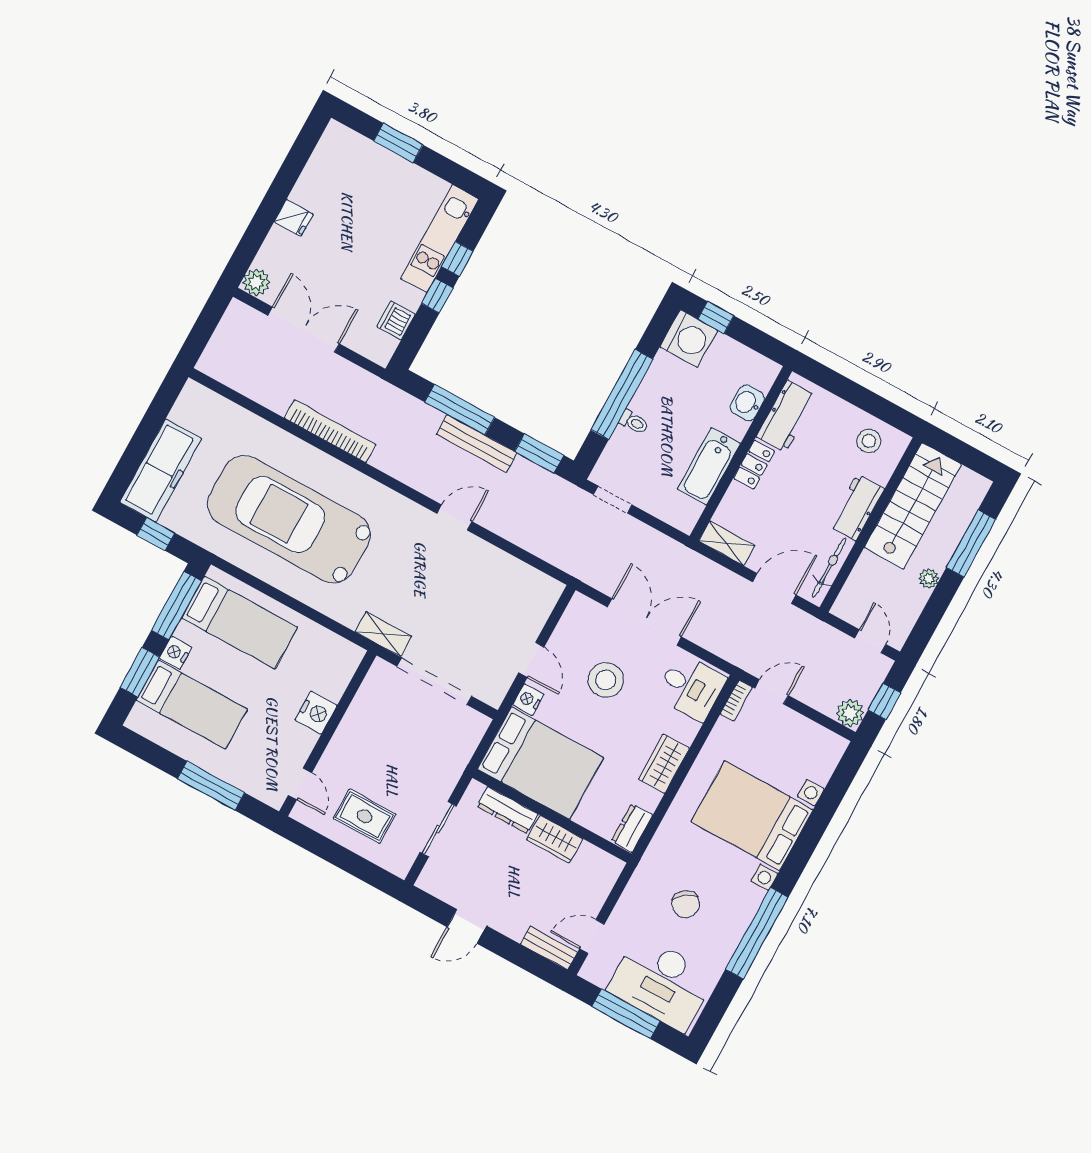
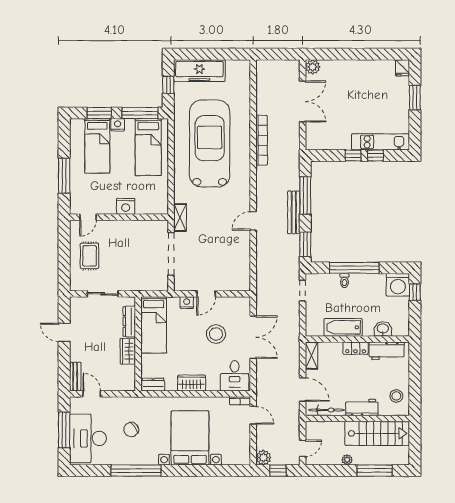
fridge: (294, 218) -> (402, 68), moved
dishwasher: (396, 321) -> (331, 143), removed
door: (454, 517) -> (253, 221), swing flipped
bed: (540, 763) -> (154, 325), width x0.67

